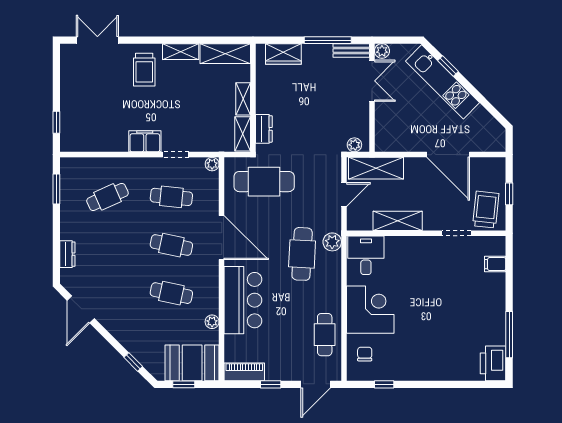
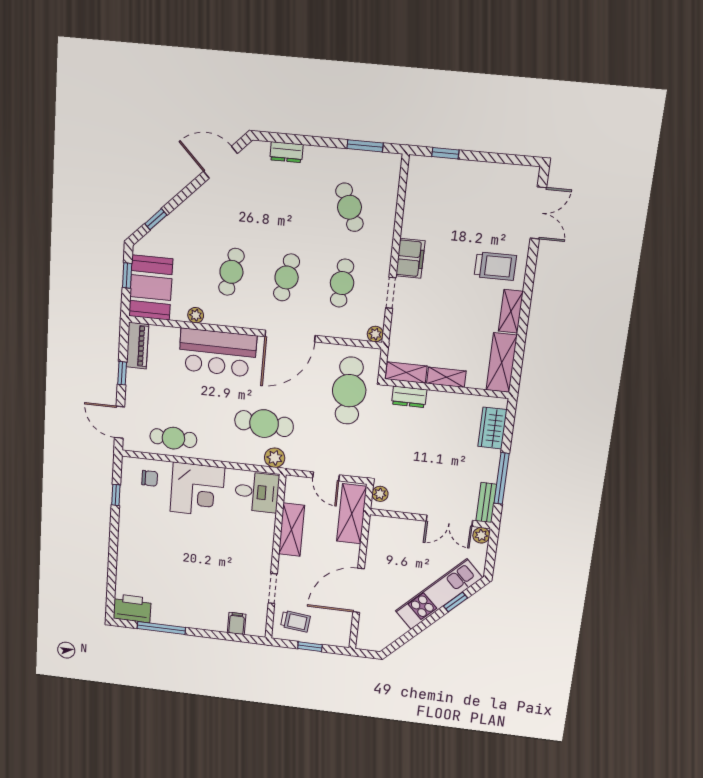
trolley: (144, 70) -> (495, 266), turned 180
trolley: (486, 210) -> (295, 621), width x0.73, depth x0.72

